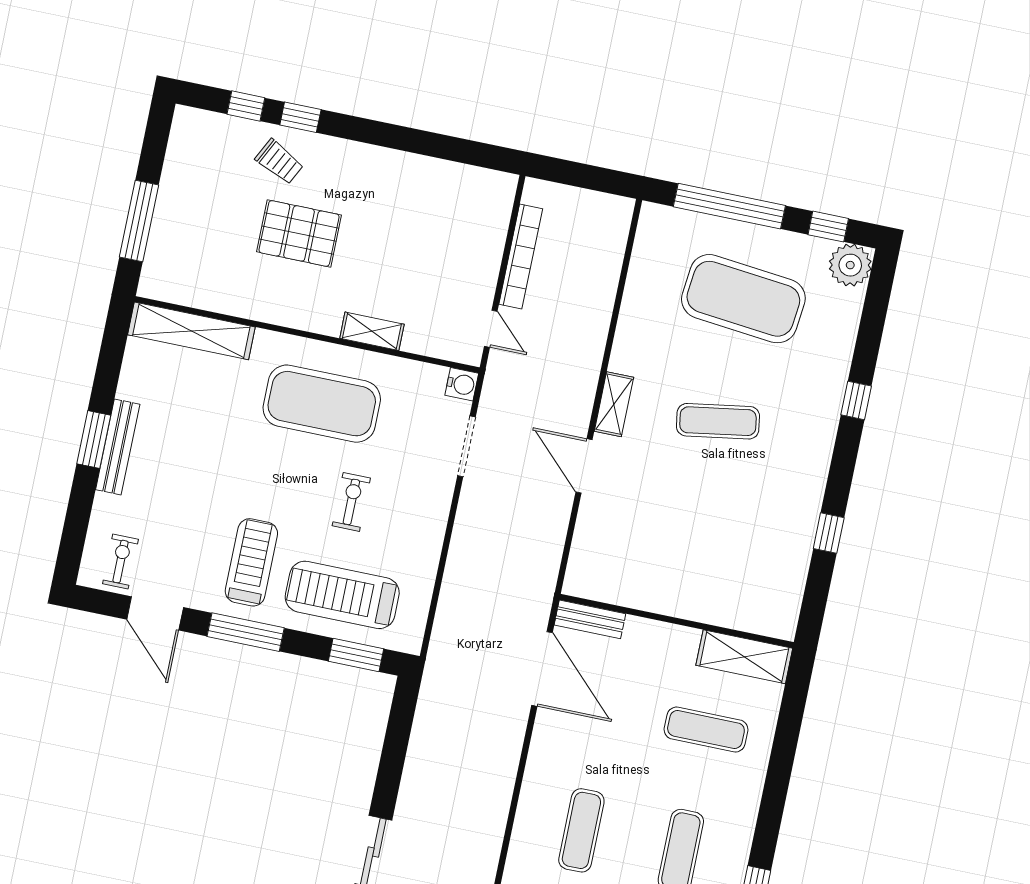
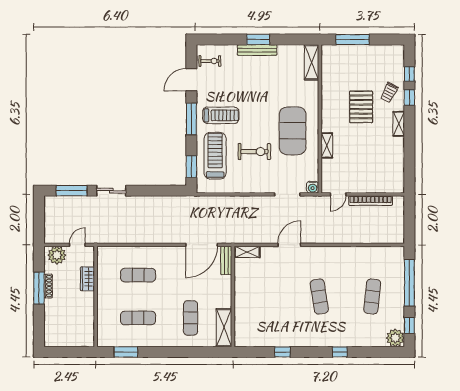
shelving: (356, 155) -> (399, 124), added
exercise mat: (743, 299) -> (372, 296), width x0.50, depth x0.69
shelving: (191, 331) -> (312, 62), width x0.68
shelving: (614, 404) -> (247, 252), moved
exercise bike: (351, 502) -> (254, 152), width x1.38, depth x1.39

